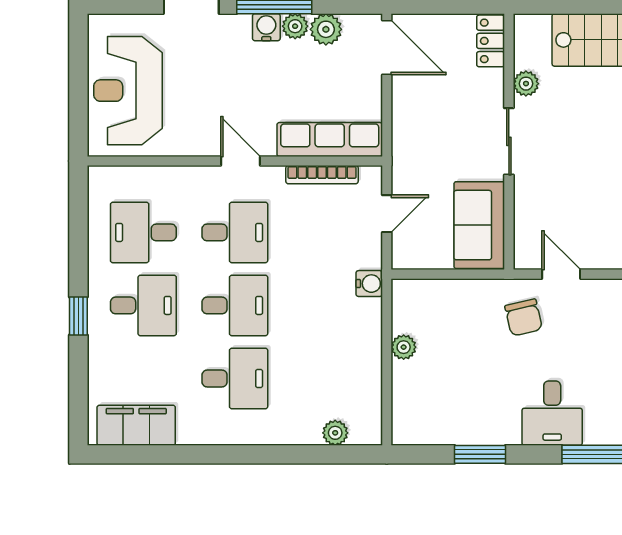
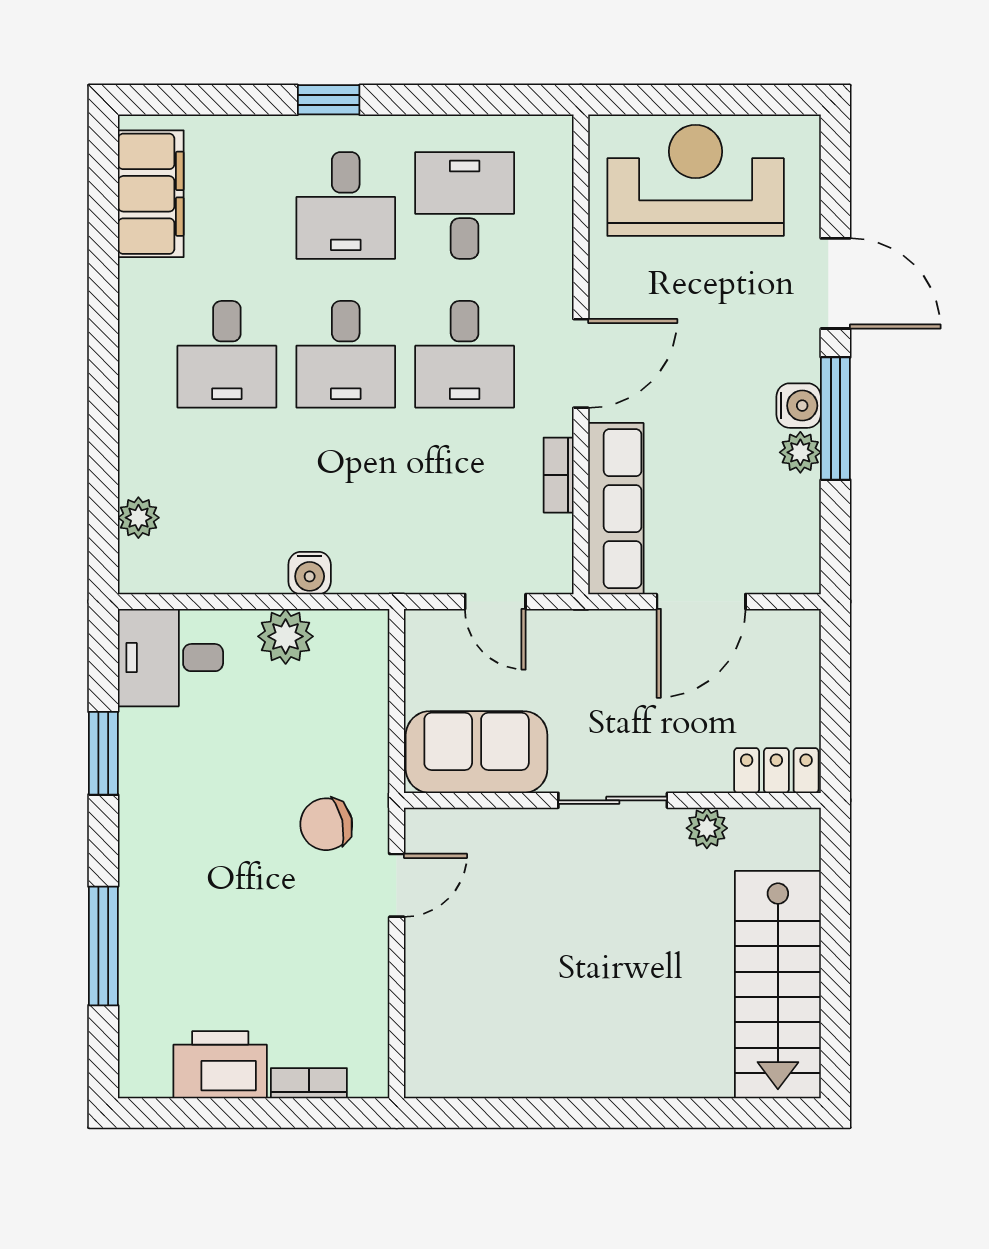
plant: (326, 29) -> (795, 503), removed
door: (387, 48) -> (701, 602), moved
door: (240, 161) -> (581, 363), width x1.38
bookcase: (322, 175) -> (559, 475), width x0.64
water cooler: (369, 284) -> (310, 573), moved
plant: (404, 347) -> (286, 636), width x1.38, depth x1.38
desk: (552, 413) -> (170, 658), moved

